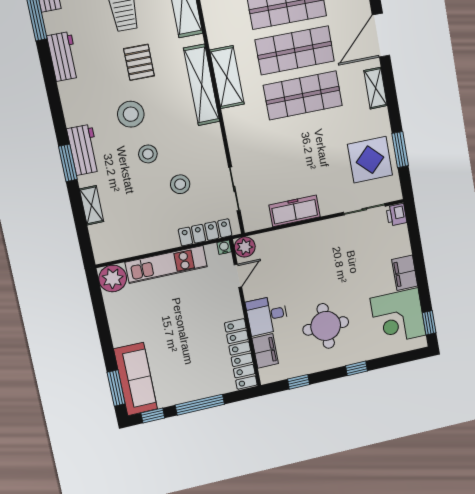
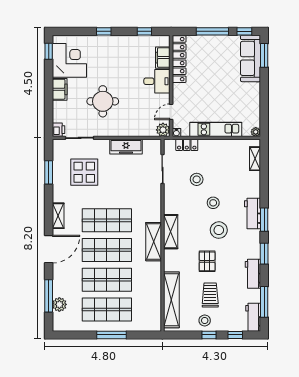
shelving: (202, 85) -> (171, 232), width x0.68
window: (52, 91) -> (264, 254), added
display table: (370, 160) -> (84, 172), moved
window: (68, 163) -> (264, 220), moved
shelving: (92, 205) -> (255, 159), moved
locker: (205, 232) -> (187, 145), width x0.66
plant: (113, 278) -> (256, 132), width x0.53, depth x0.53
round table: (326, 326) -> (103, 101), moved

